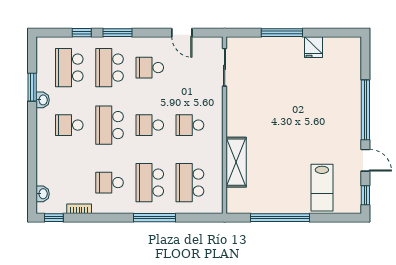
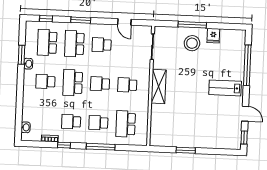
window: (82, 33) -> (46, 19), moved
stool: (283, 60) -> (192, 43), added
window: (365, 110) -> (247, 65), moved
shelving: (236, 162) -> (159, 87), moved
school desk: (150, 183) -> (98, 123), width x0.54
lab bench: (322, 188) -> (225, 88), moved, turned 90
window: (54, 218) -> (64, 145), moved
window: (280, 218) -> (186, 150), width x0.47

